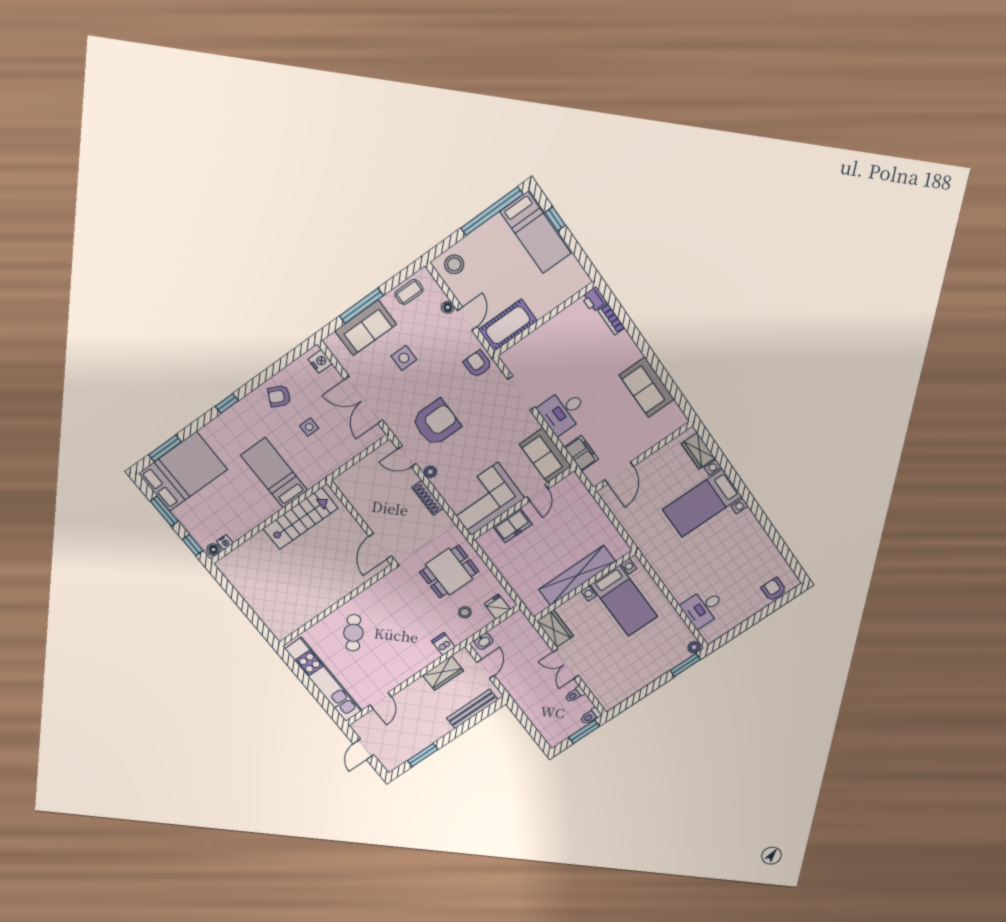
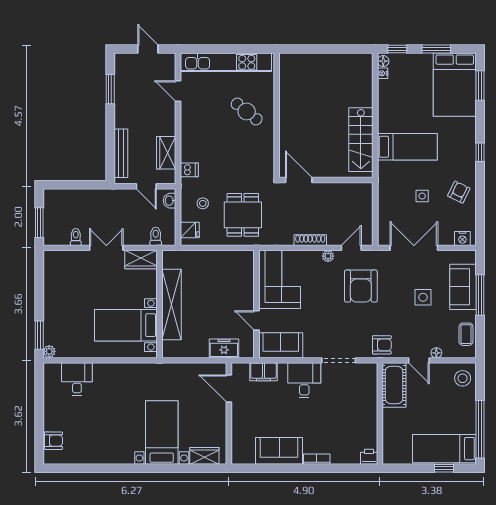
bookcase: (611, 319) -> (317, 459), moved
freezer: (513, 525) -> (224, 349), moved, turned 90
toilet: (591, 716) -> (156, 236), moved

